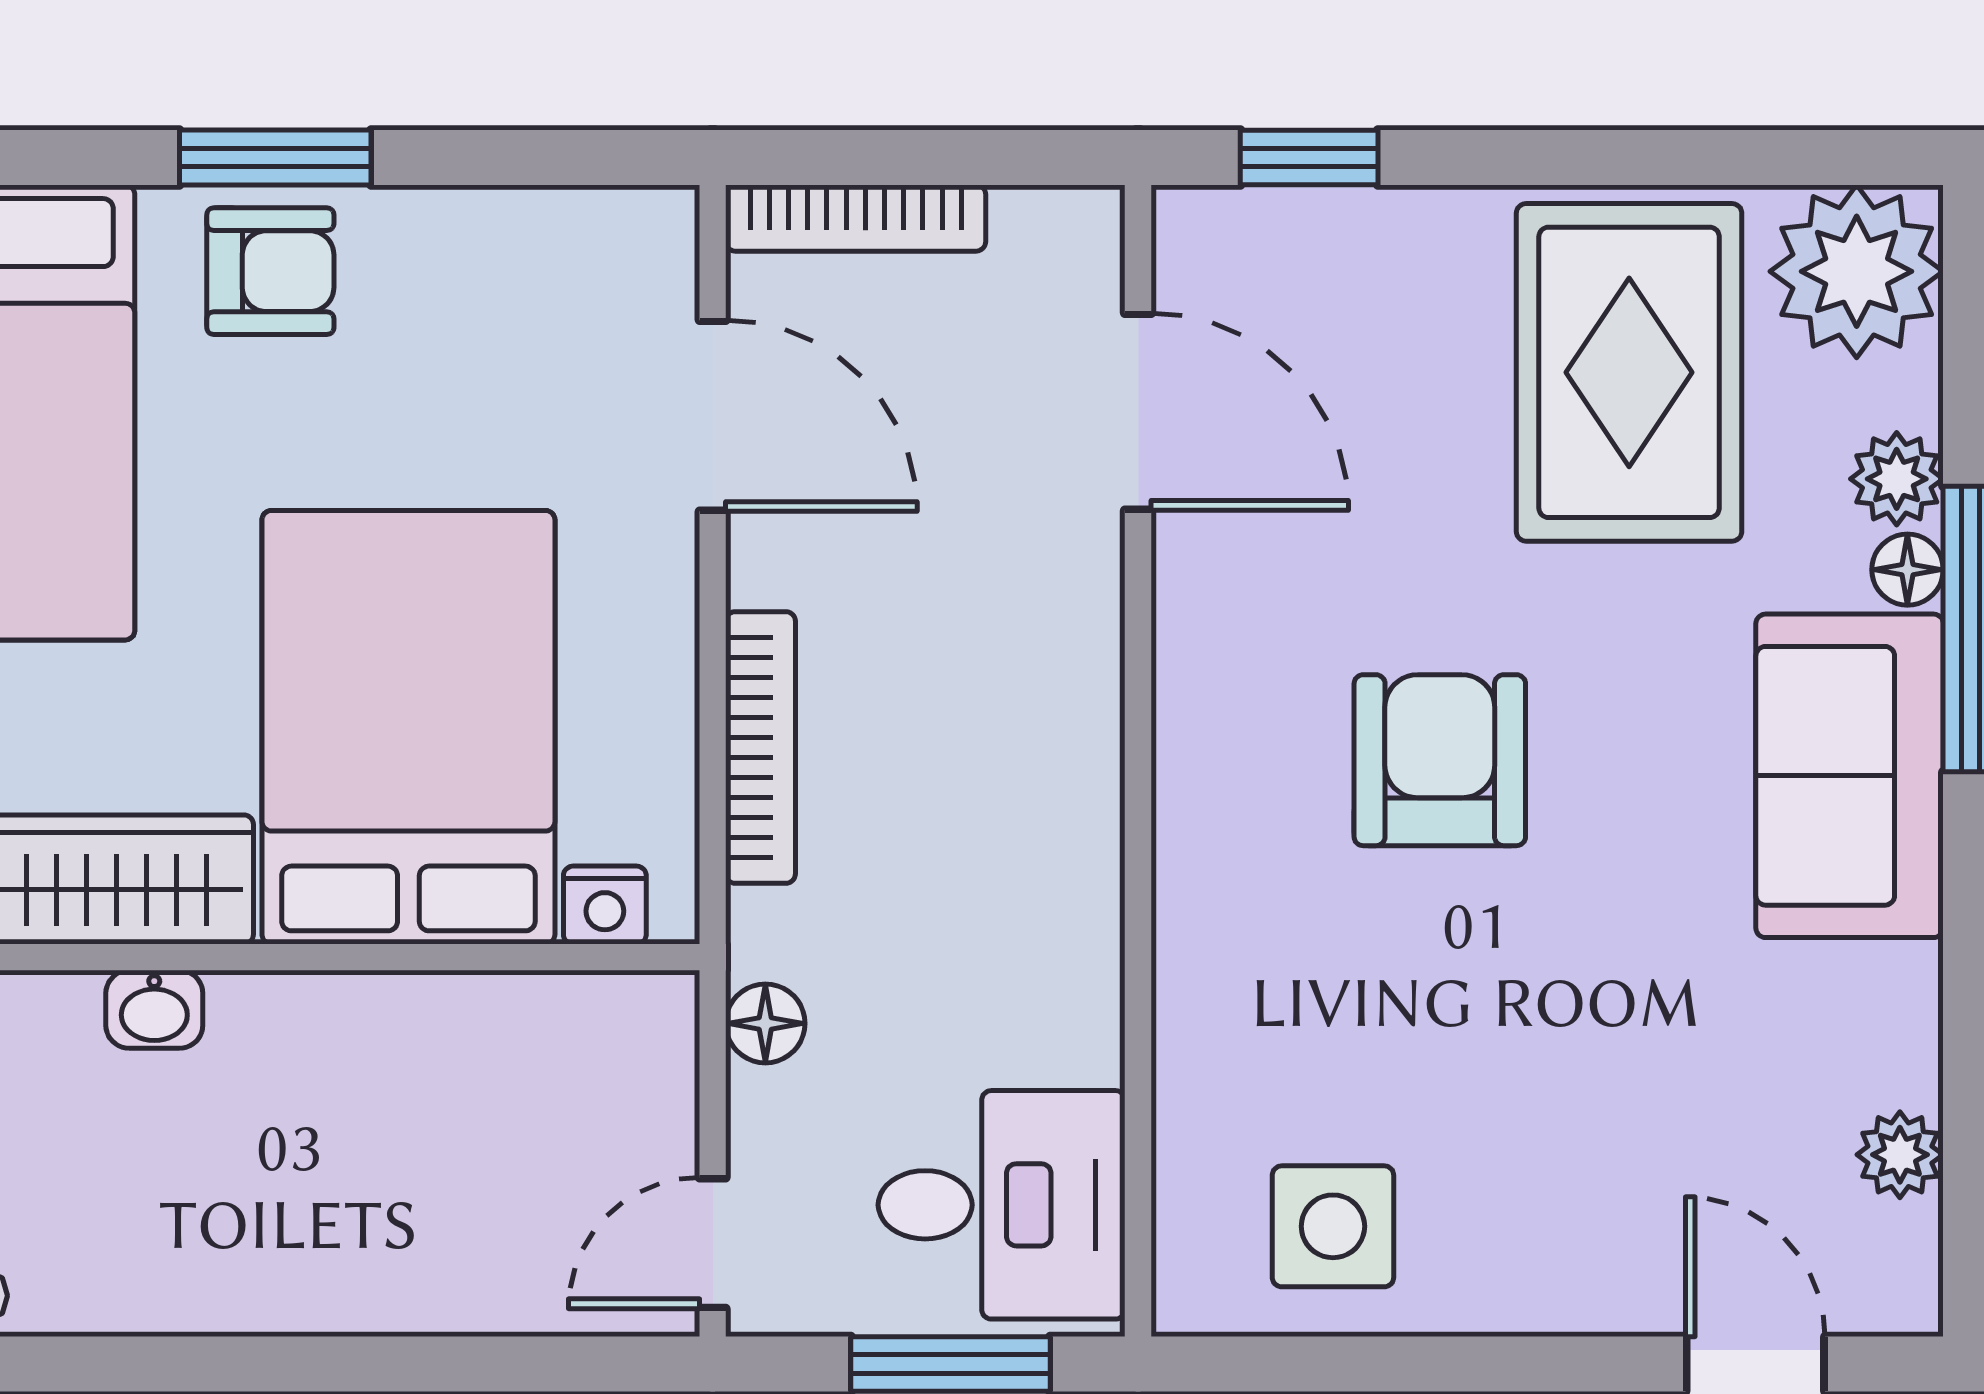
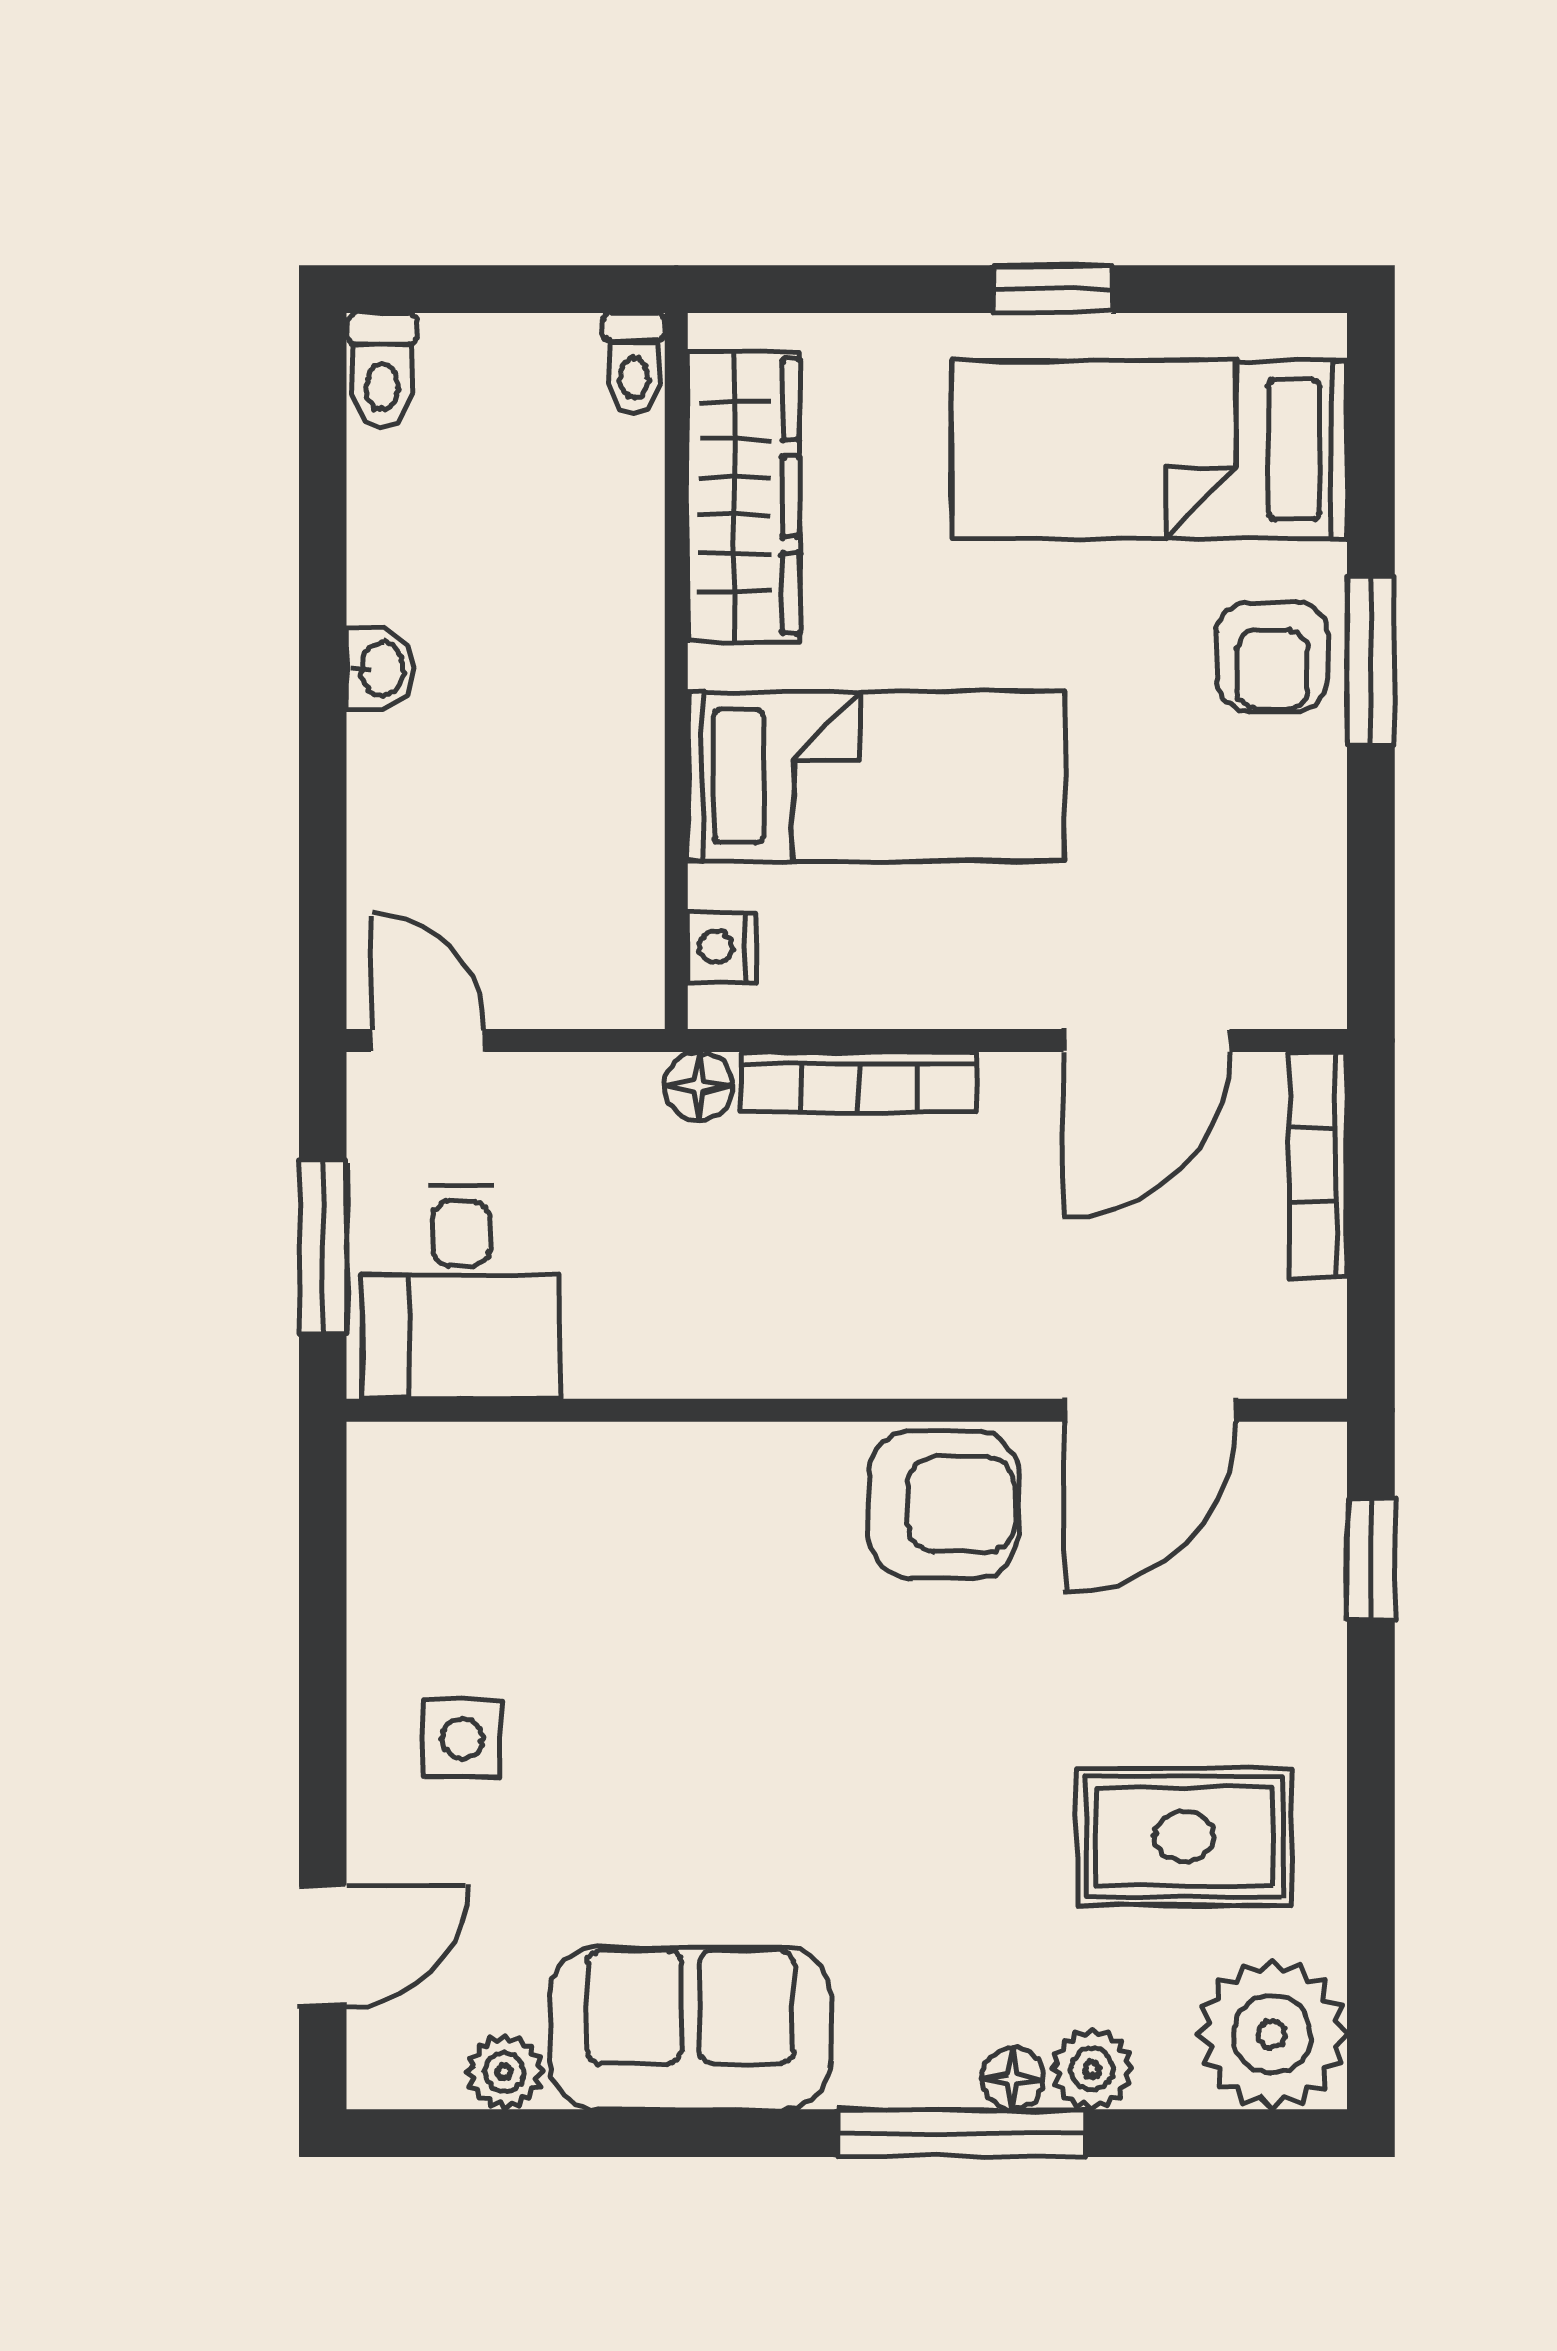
rug: (1629, 372) -> (1184, 1837), width x0.73, depth x0.70
bed: (408, 727) -> (876, 776), width x0.67
armchair: (1440, 760) -> (943, 1504), moved
sofa: (1850, 776) -> (690, 2028), moved
washbasin: (154, 1009) -> (380, 669), moved, turned 180
floor lamp: (765, 1023) -> (698, 1086), moved
side table: (1333, 1226) -> (463, 1738), moved, width x0.73, depth x0.73

